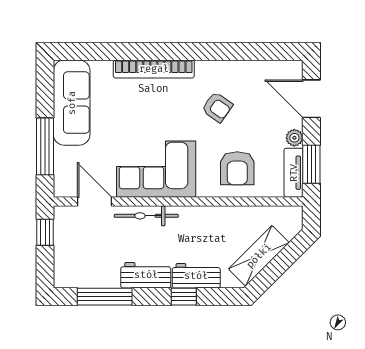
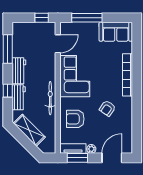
sofa: (72, 103) -> (116, 32), width x0.73
bicycle: (146, 216) -> (50, 98), moved

